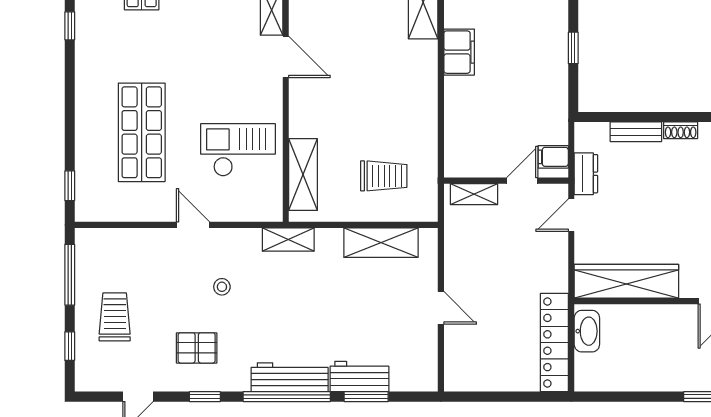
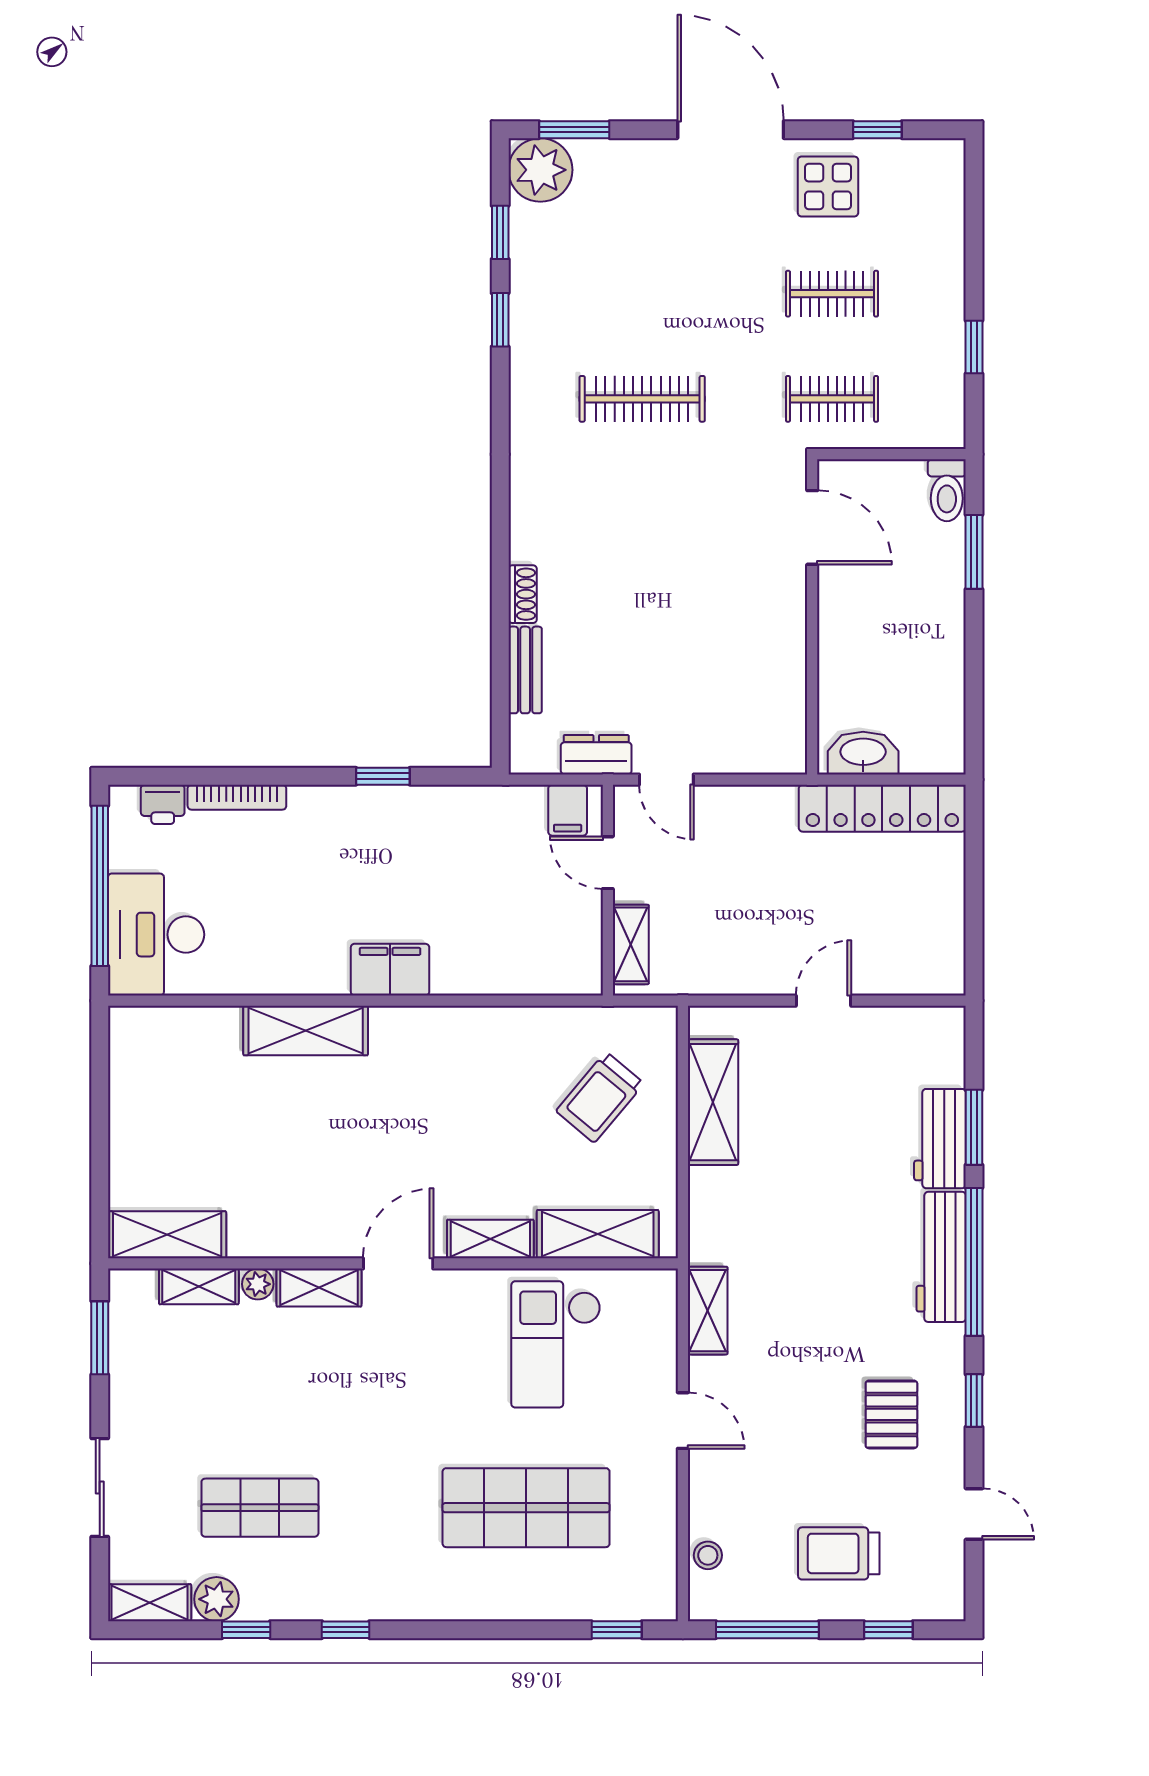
shelving: (300, 111) -> (490, 1239), added
trolley: (384, 176) -> (600, 1097), turned -140
door: (193, 225) -> (683, 1421), swing flipped
shelving: (288, 239) -> (708, 1311), moved
wardrobe: (626, 281) -> (779, 686), removed
stool: (222, 287) -> (708, 1555), moved

